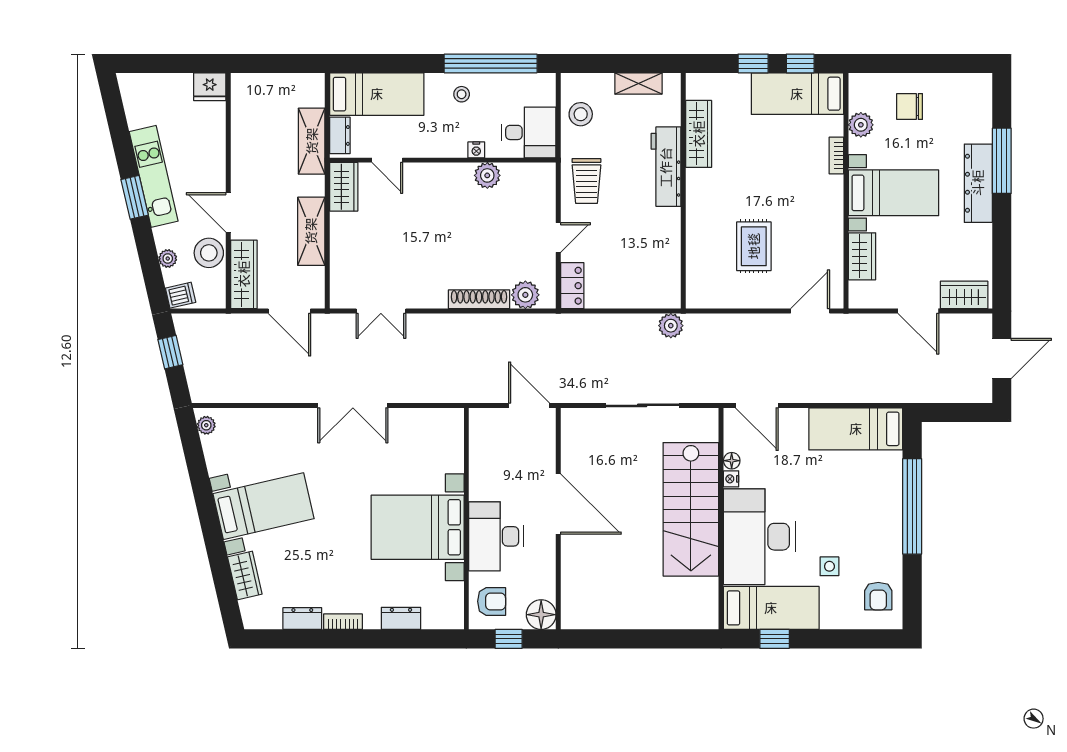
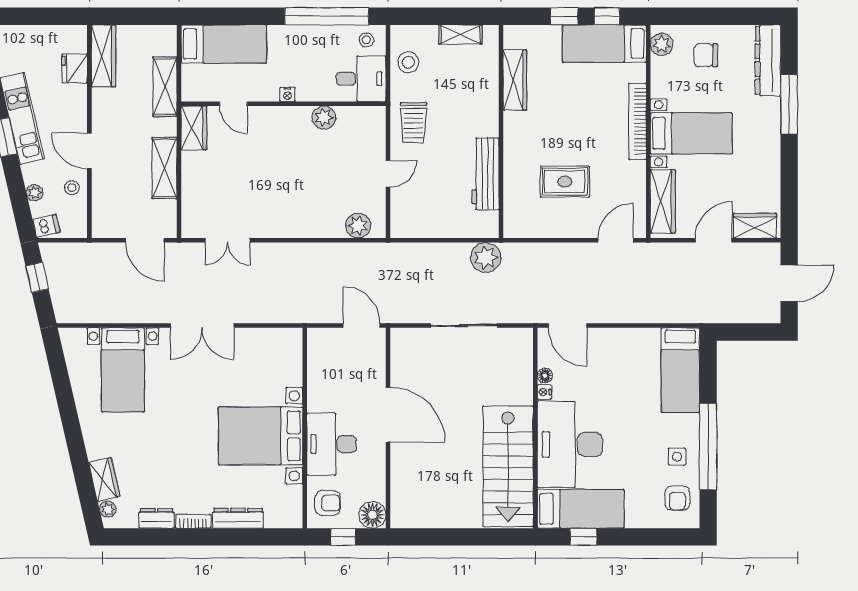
fridge: (210, 87) -> (75, 68), moved, turned 90
stool: (462, 94) -> (366, 40), moved
plant: (861, 125) -> (662, 44), moved
dresser: (340, 135) -> (190, 81), removed
nightstand: (476, 150) -> (287, 94), moved
bookcase: (836, 155) -> (637, 121), width x2.31, depth x1.31
workbench: (666, 167) -> (485, 174), moved
dresser: (978, 183) -> (768, 60), moved
rug: (754, 246) -> (565, 182), turned 90
stool: (209, 253) -> (72, 188), width x0.53, depth x0.53
wardrobe: (862, 256) -> (663, 201), width x1.50
wardrobe: (244, 274) -> (104, 56), moved
locker: (572, 286) -> (401, 217), removed
shoe rack: (479, 299) -> (316, 230), removed
door: (918, 311) -> (714, 240), swing flipped
plant: (671, 326) -> (486, 257), width x1.36, depth x1.36
plant: (206, 425) -> (108, 509), moved
bed: (856, 429) -> (680, 370), moved, turned -90
bed with nightstands: (263, 506) -> (123, 370), moved, turned 103
window: (912, 506) -> (708, 447), moved
stairs: (691, 509) -> (508, 466), moved
side table: (829, 566) -> (677, 457), moved
dresser: (401, 618) -> (238, 518), width x1.44

